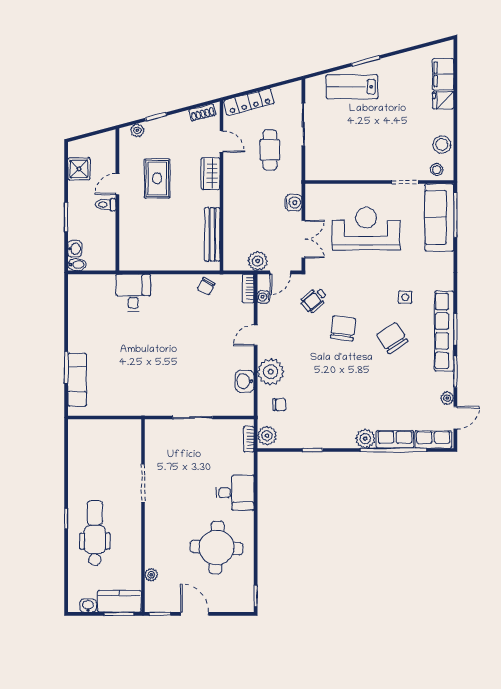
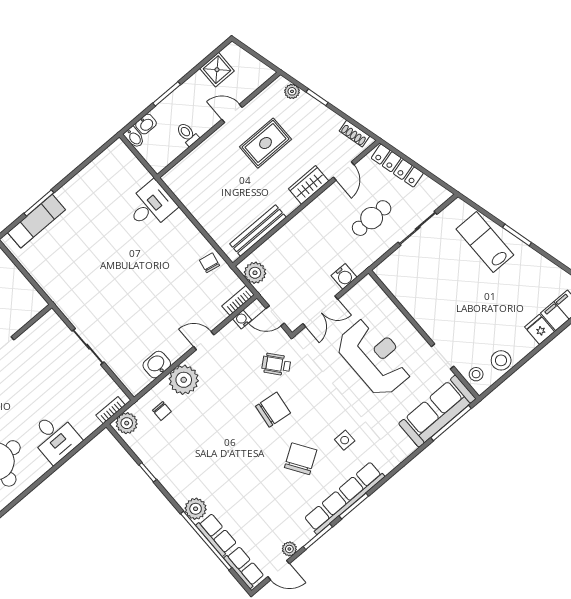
toilet: (106, 205) -> (187, 134), moved
plant: (258, 261) -> (255, 273), moved
chair: (206, 286) -> (209, 263), turned 72

